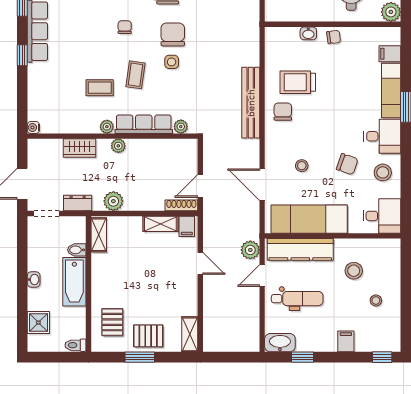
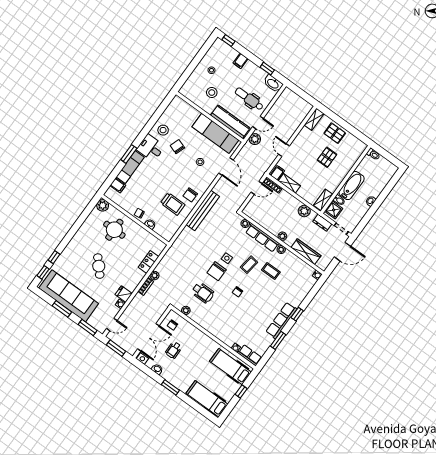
wardrobe: (79, 148) -> (306, 252), width x1.50
desk: (382, 216) -> (179, 109), removed
pallet: (112, 322) -> (327, 157), moved
shower: (38, 323) -> (334, 210), moved
window: (140, 357) -> (346, 126), removed

